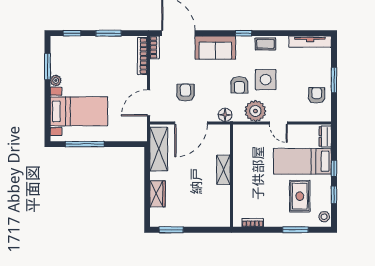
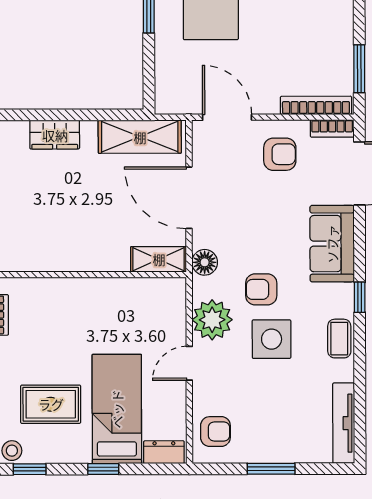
window: (109, 33) -> (359, 69), moved
armchair: (186, 93) -> (280, 154), moved
armchair: (317, 95) -> (215, 432), moved
shelving: (223, 170) -> (159, 259), moved
window: (334, 195) -> (30, 469), moved

